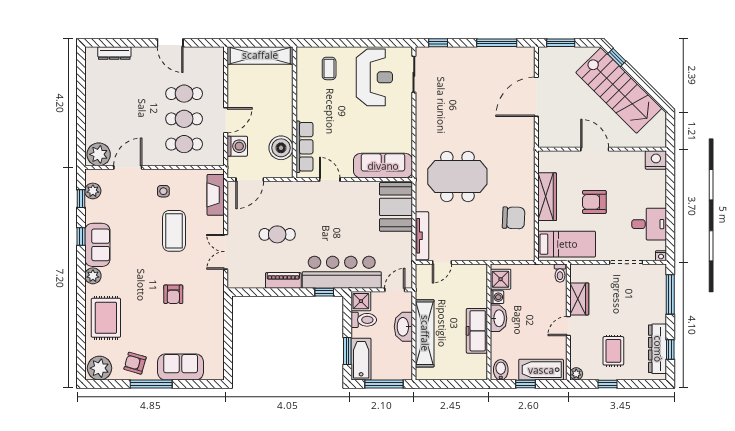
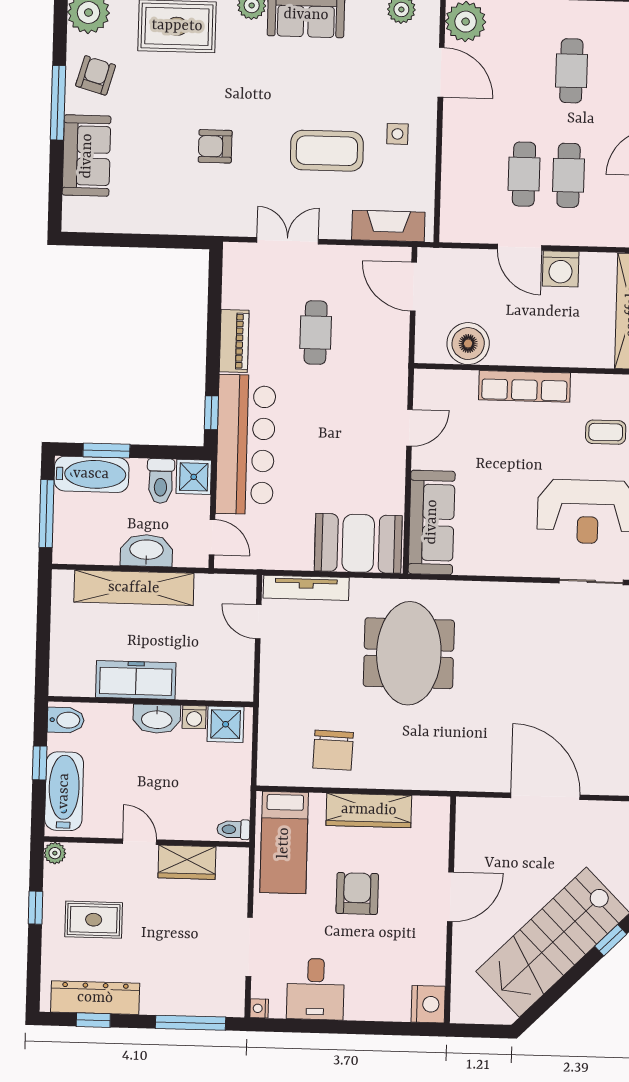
cafe table: (184, 144) -> (571, 71), moved
washing machine: (237, 146) -> (561, 269), moved
row of seats: (304, 147) -> (524, 386), moved

